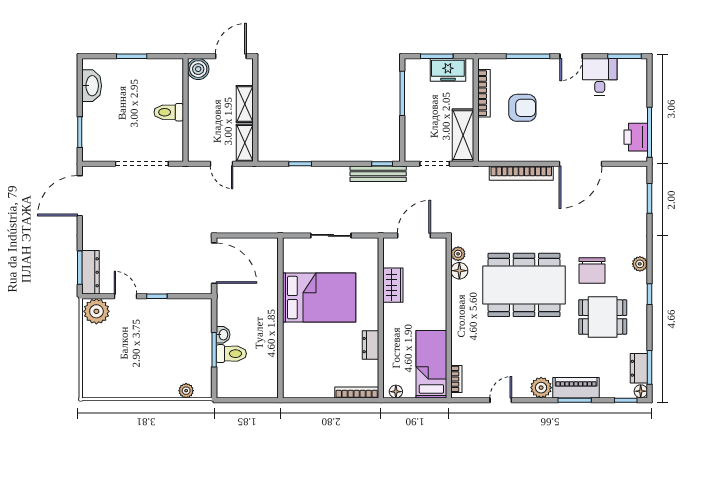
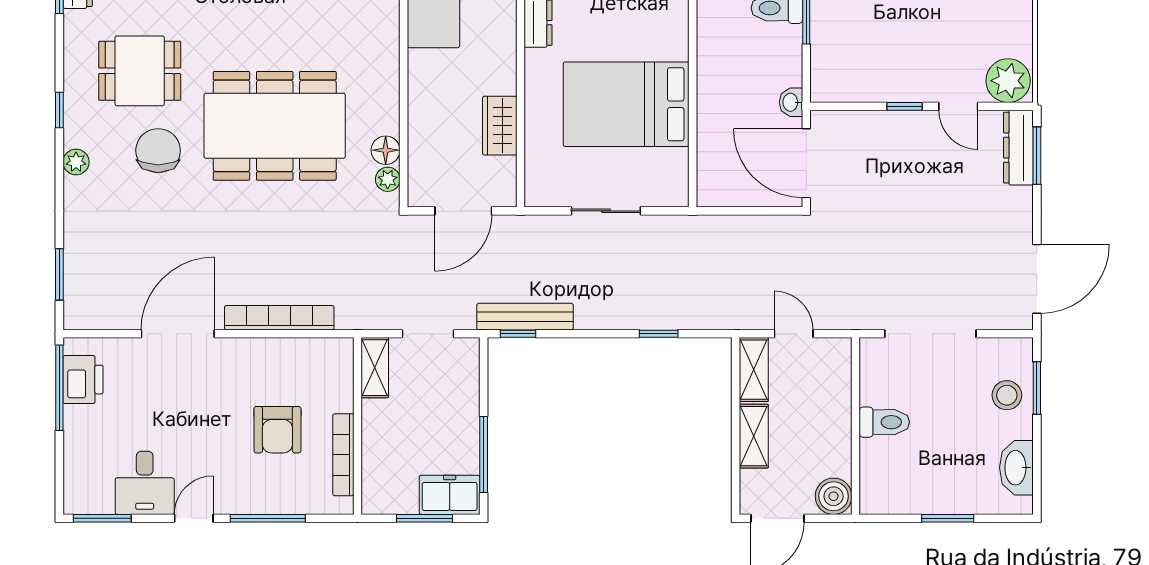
freezer: (448, 70) -> (450, 495), moved
armchair: (522, 108) -> (277, 430), turned -90
stool: (97, 128) -> (1007, 395), added
shelving: (463, 135) -> (375, 368), width x0.67, depth x0.75
washbasin: (223, 335) -> (791, 102), moved

